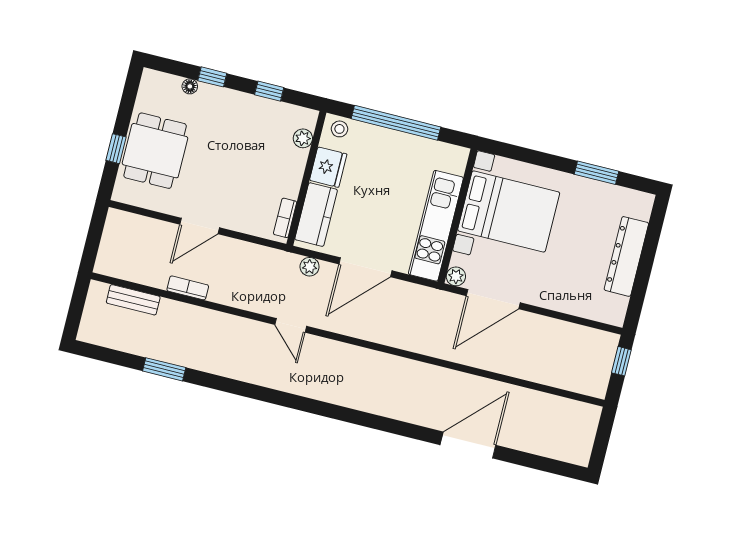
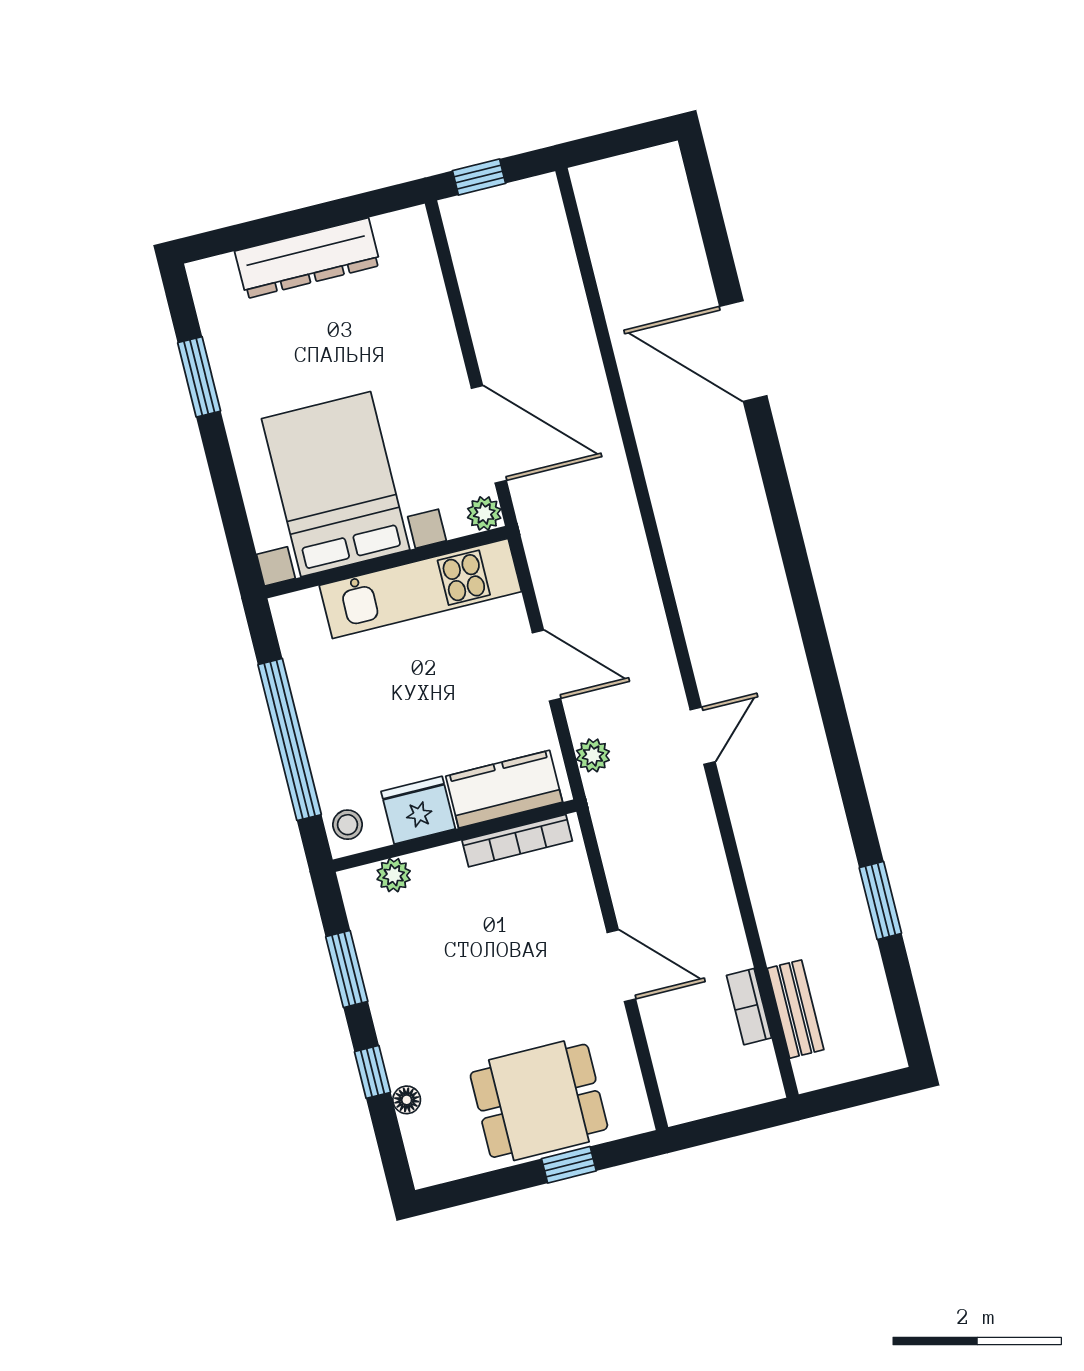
window: (269, 91) -> (347, 969), width x1.50
bookcase: (285, 218) -> (517, 841), width x1.56
door: (365, 267) -> (547, 666), width x0.73
bookcase: (188, 288) -> (749, 1007), moved

